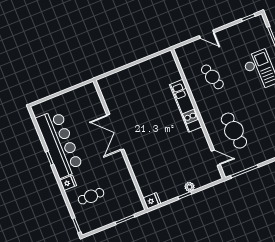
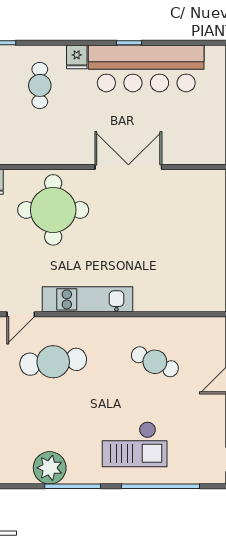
cafe table: (212, 77) -> (155, 362), turned 42
kitchen unit: (186, 106) -> (88, 299), moved
round table: (154, 163) -> (53, 210), added

